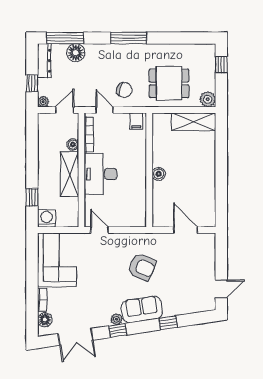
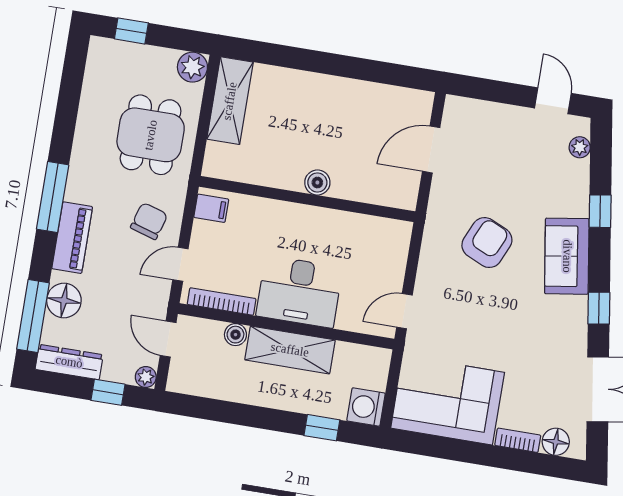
piano: (109, 52) -> (72, 238), added
plant: (117, 319) -> (580, 147), moved

